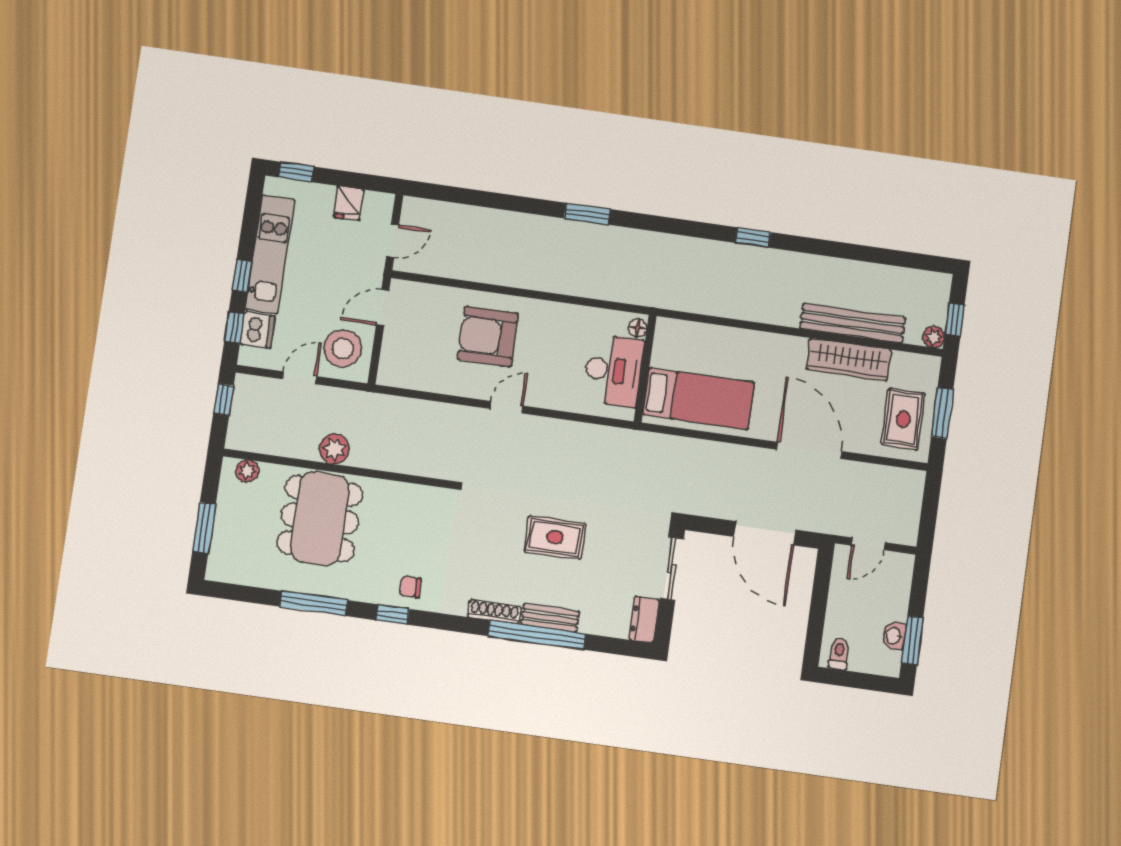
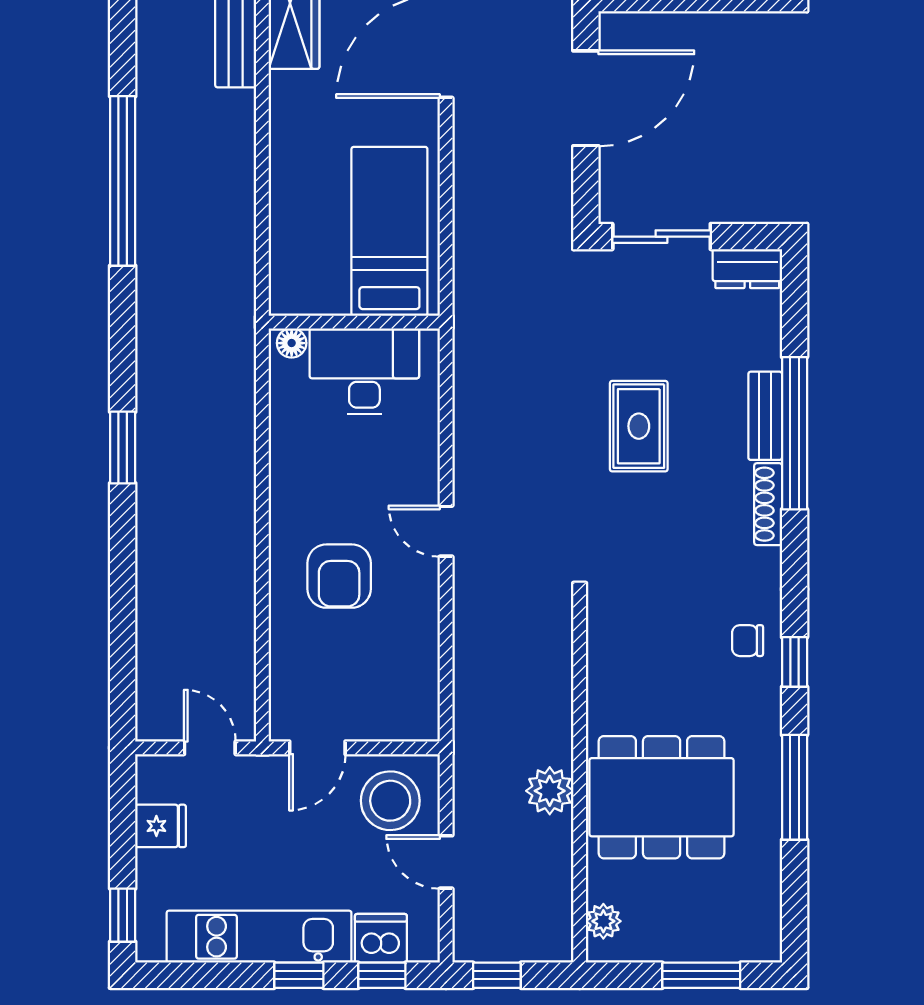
window: (753, 238) -> (123, 181), width x3.17
door: (383, 308) -> (317, 748), hinge flipped
armchair: (488, 337) -> (339, 576), width x0.73, depth x0.73
chair: (410, 587) -> (748, 641), turned 90

